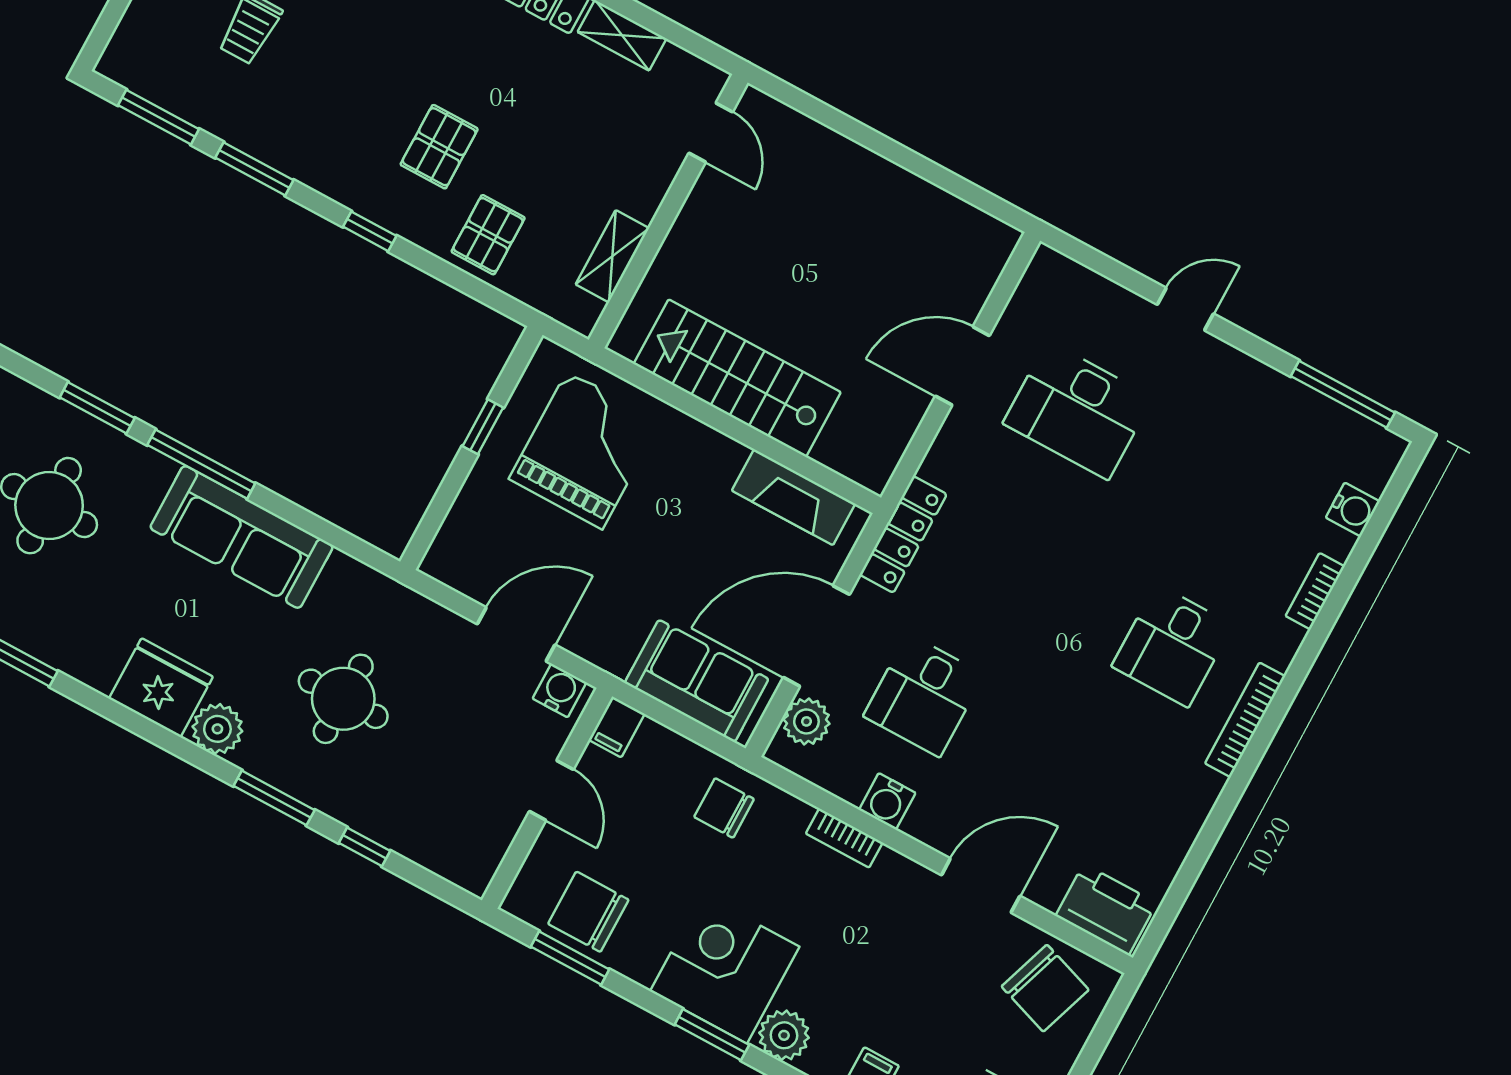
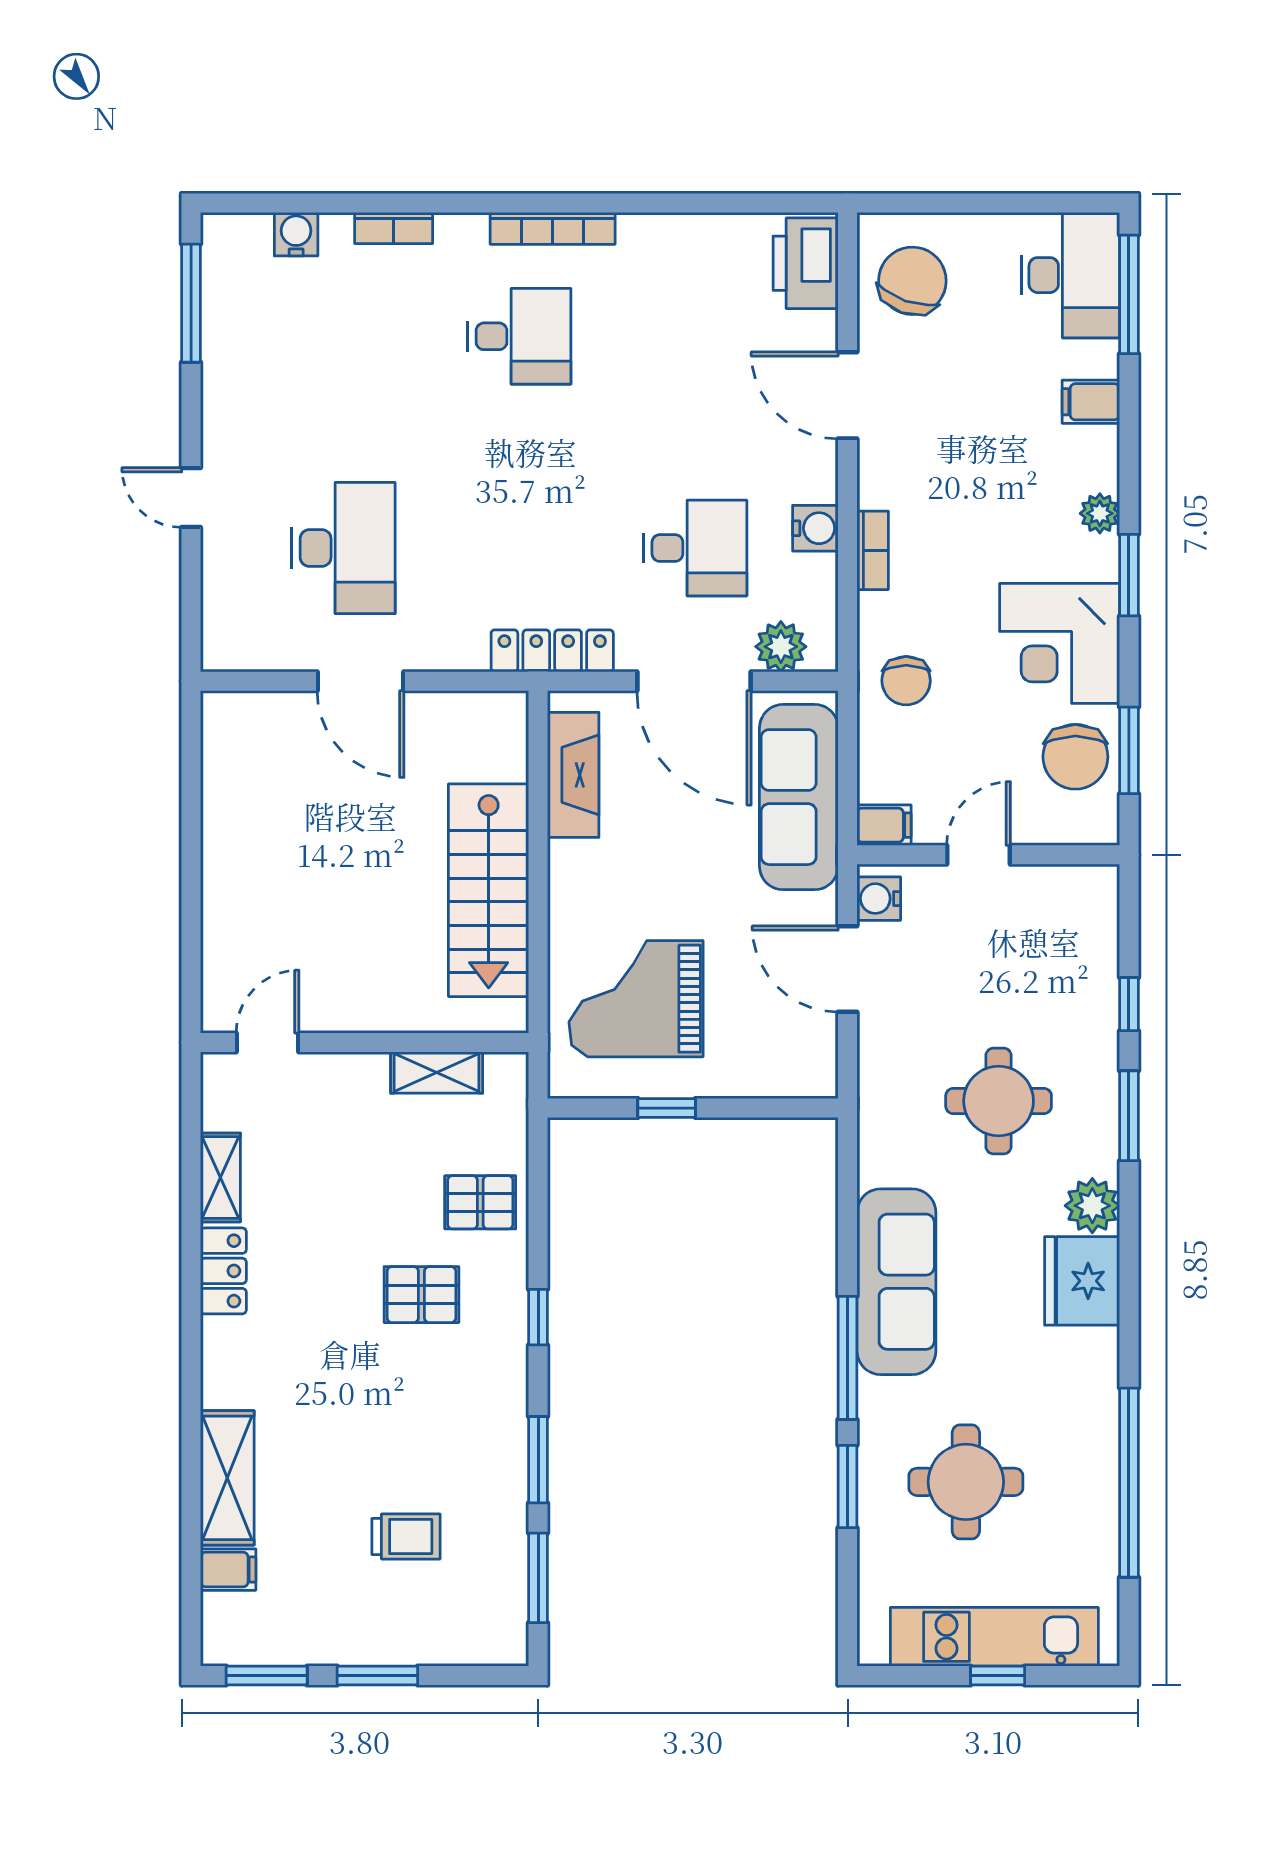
sofa: (697, 681) -> (799, 797), width x1.36
corner desk: (725, 969) -> (1060, 643), moved
plant: (784, 1035) -> (1100, 513), width x0.73, depth x0.73

